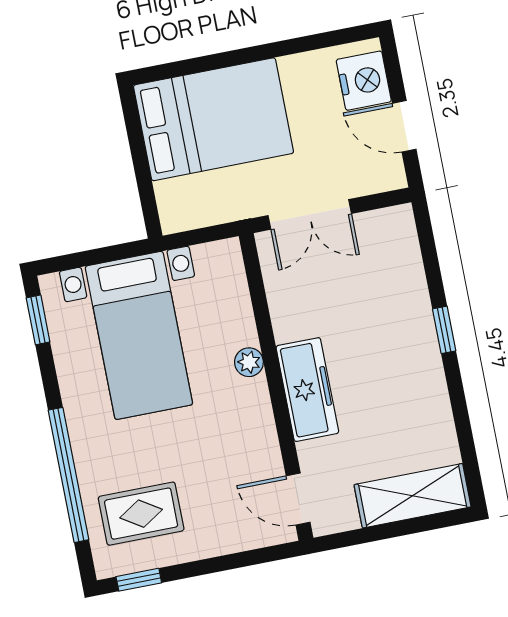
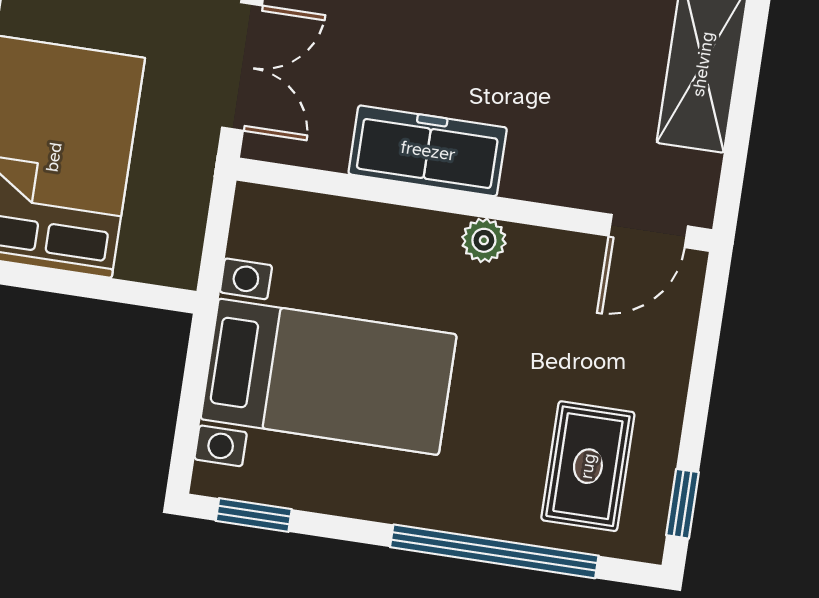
plant: (249, 362) -> (484, 240), moved
freezer: (307, 390) -> (428, 151), moved

